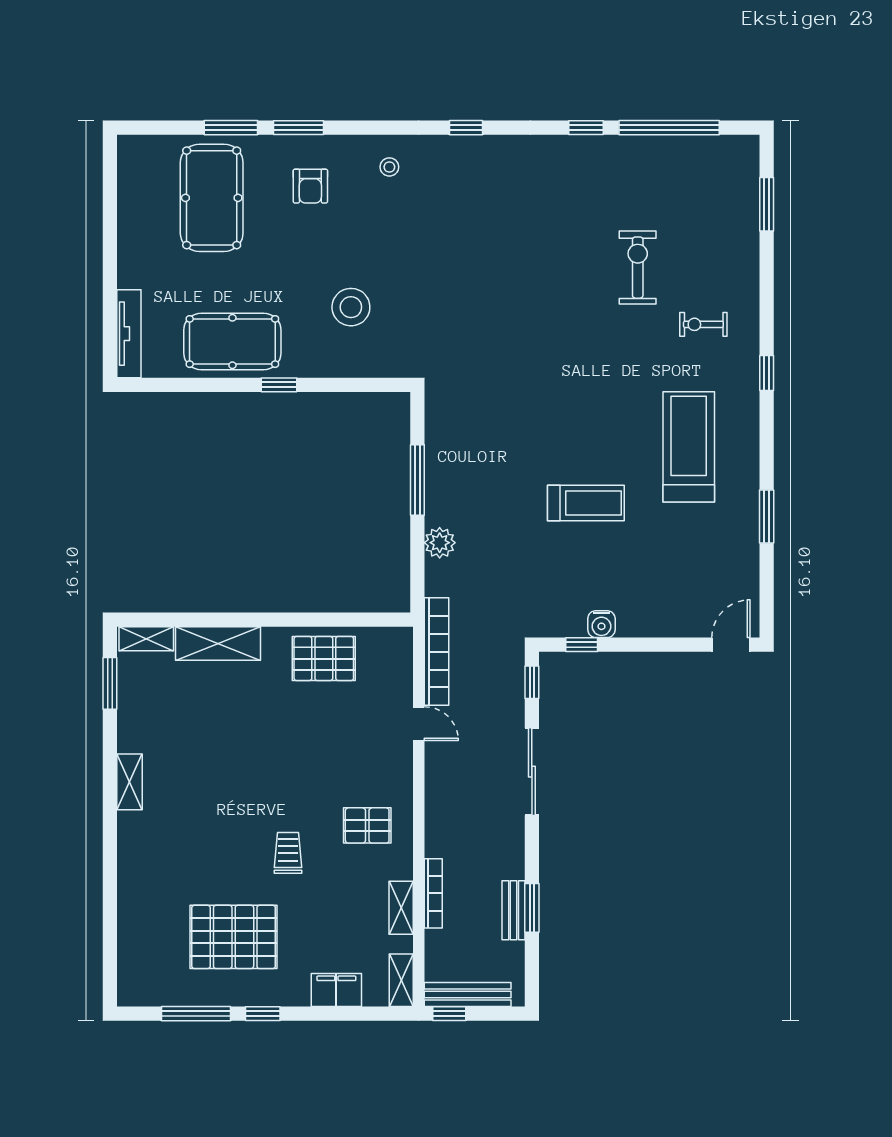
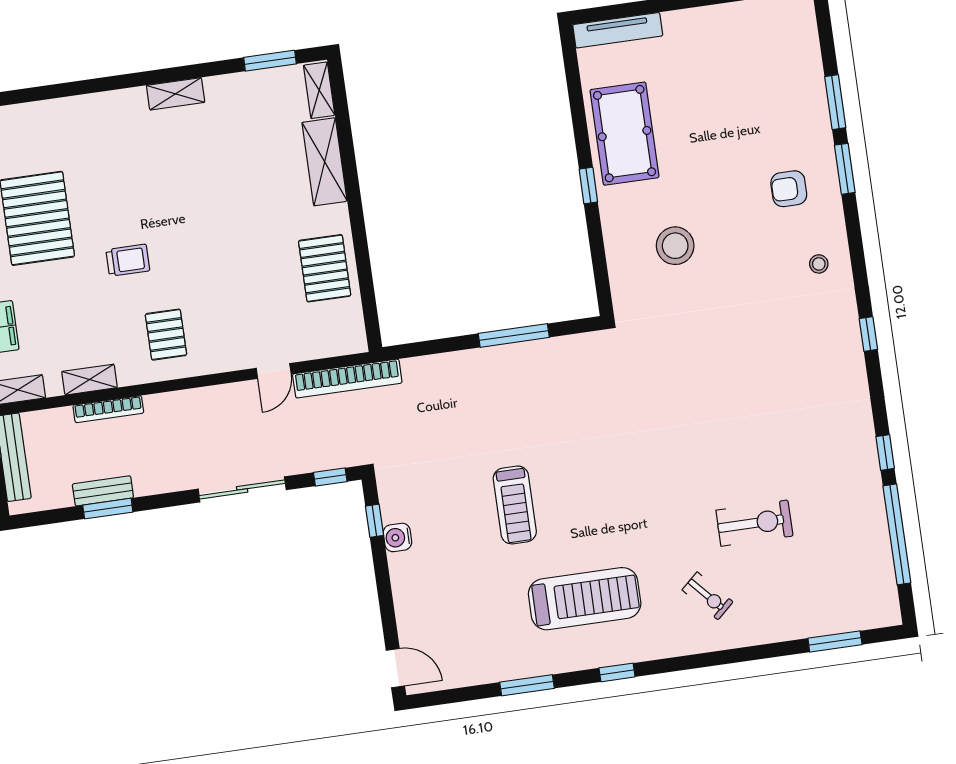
pool table: (212, 198) -> (763, 93), removed
exercise bike: (703, 324) -> (708, 596), turned 138
window: (767, 373) -> (617, 672), moved
plant: (440, 543) -> (455, 366), removed

